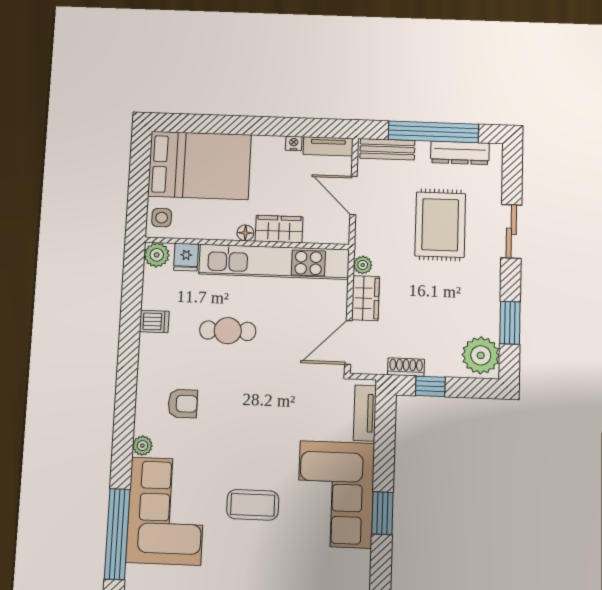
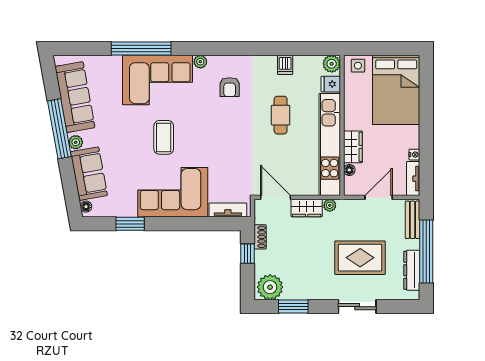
floor lamp: (245, 233) -> (349, 170), moved
window: (382, 513) -> (130, 224), moved

